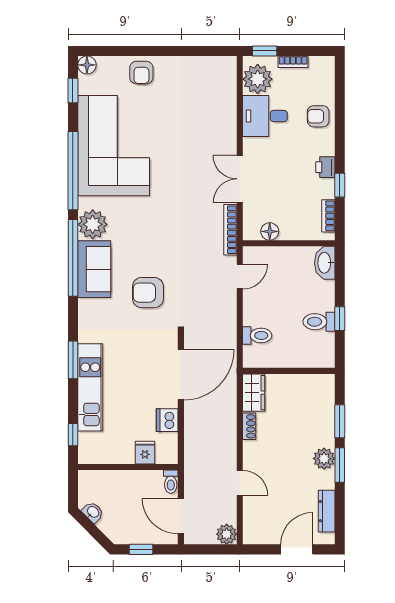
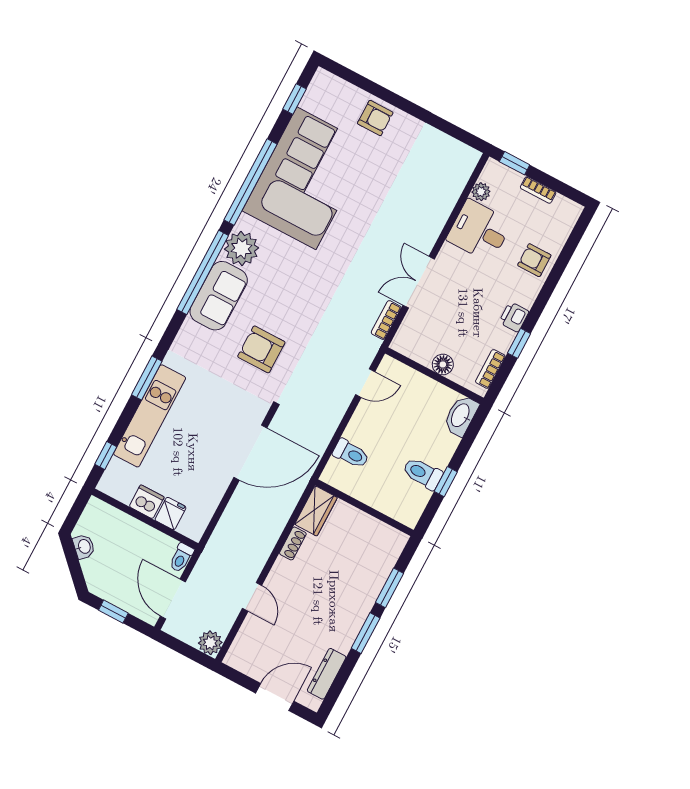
floor lamp: (87, 65) -> (323, 80), removed
armchair: (141, 73) -> (375, 118), turned -90
plant: (258, 79) -> (481, 192), width x0.53, depth x0.53
bookcase: (230, 230) -> (386, 320), width x0.64
floor lamp: (270, 231) -> (443, 364), moved
dishwasher: (167, 420) -> (147, 502), moved, turned 90
plant: (324, 459) -> (353, 618), removed

